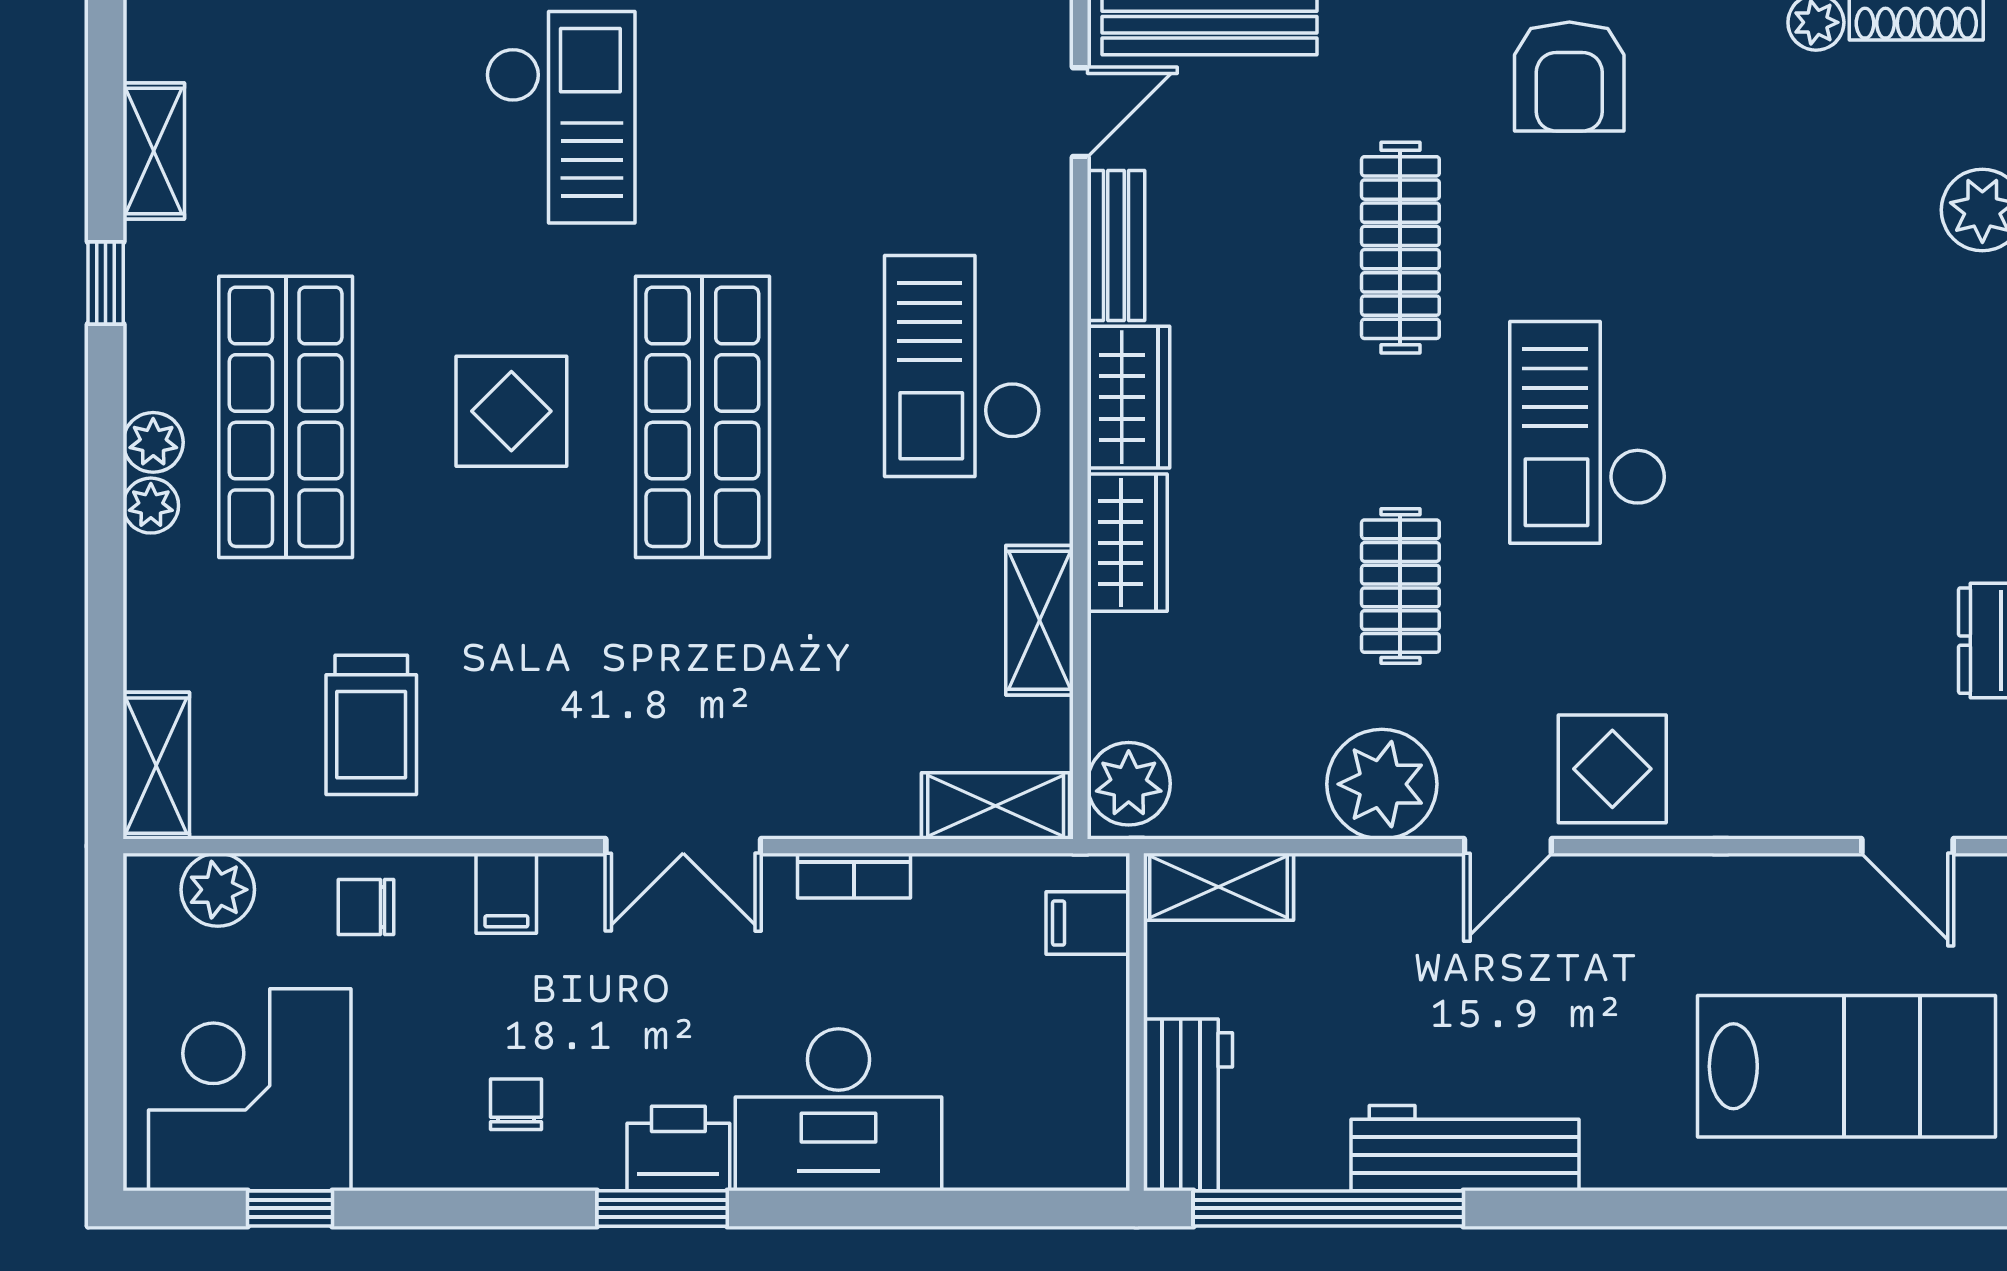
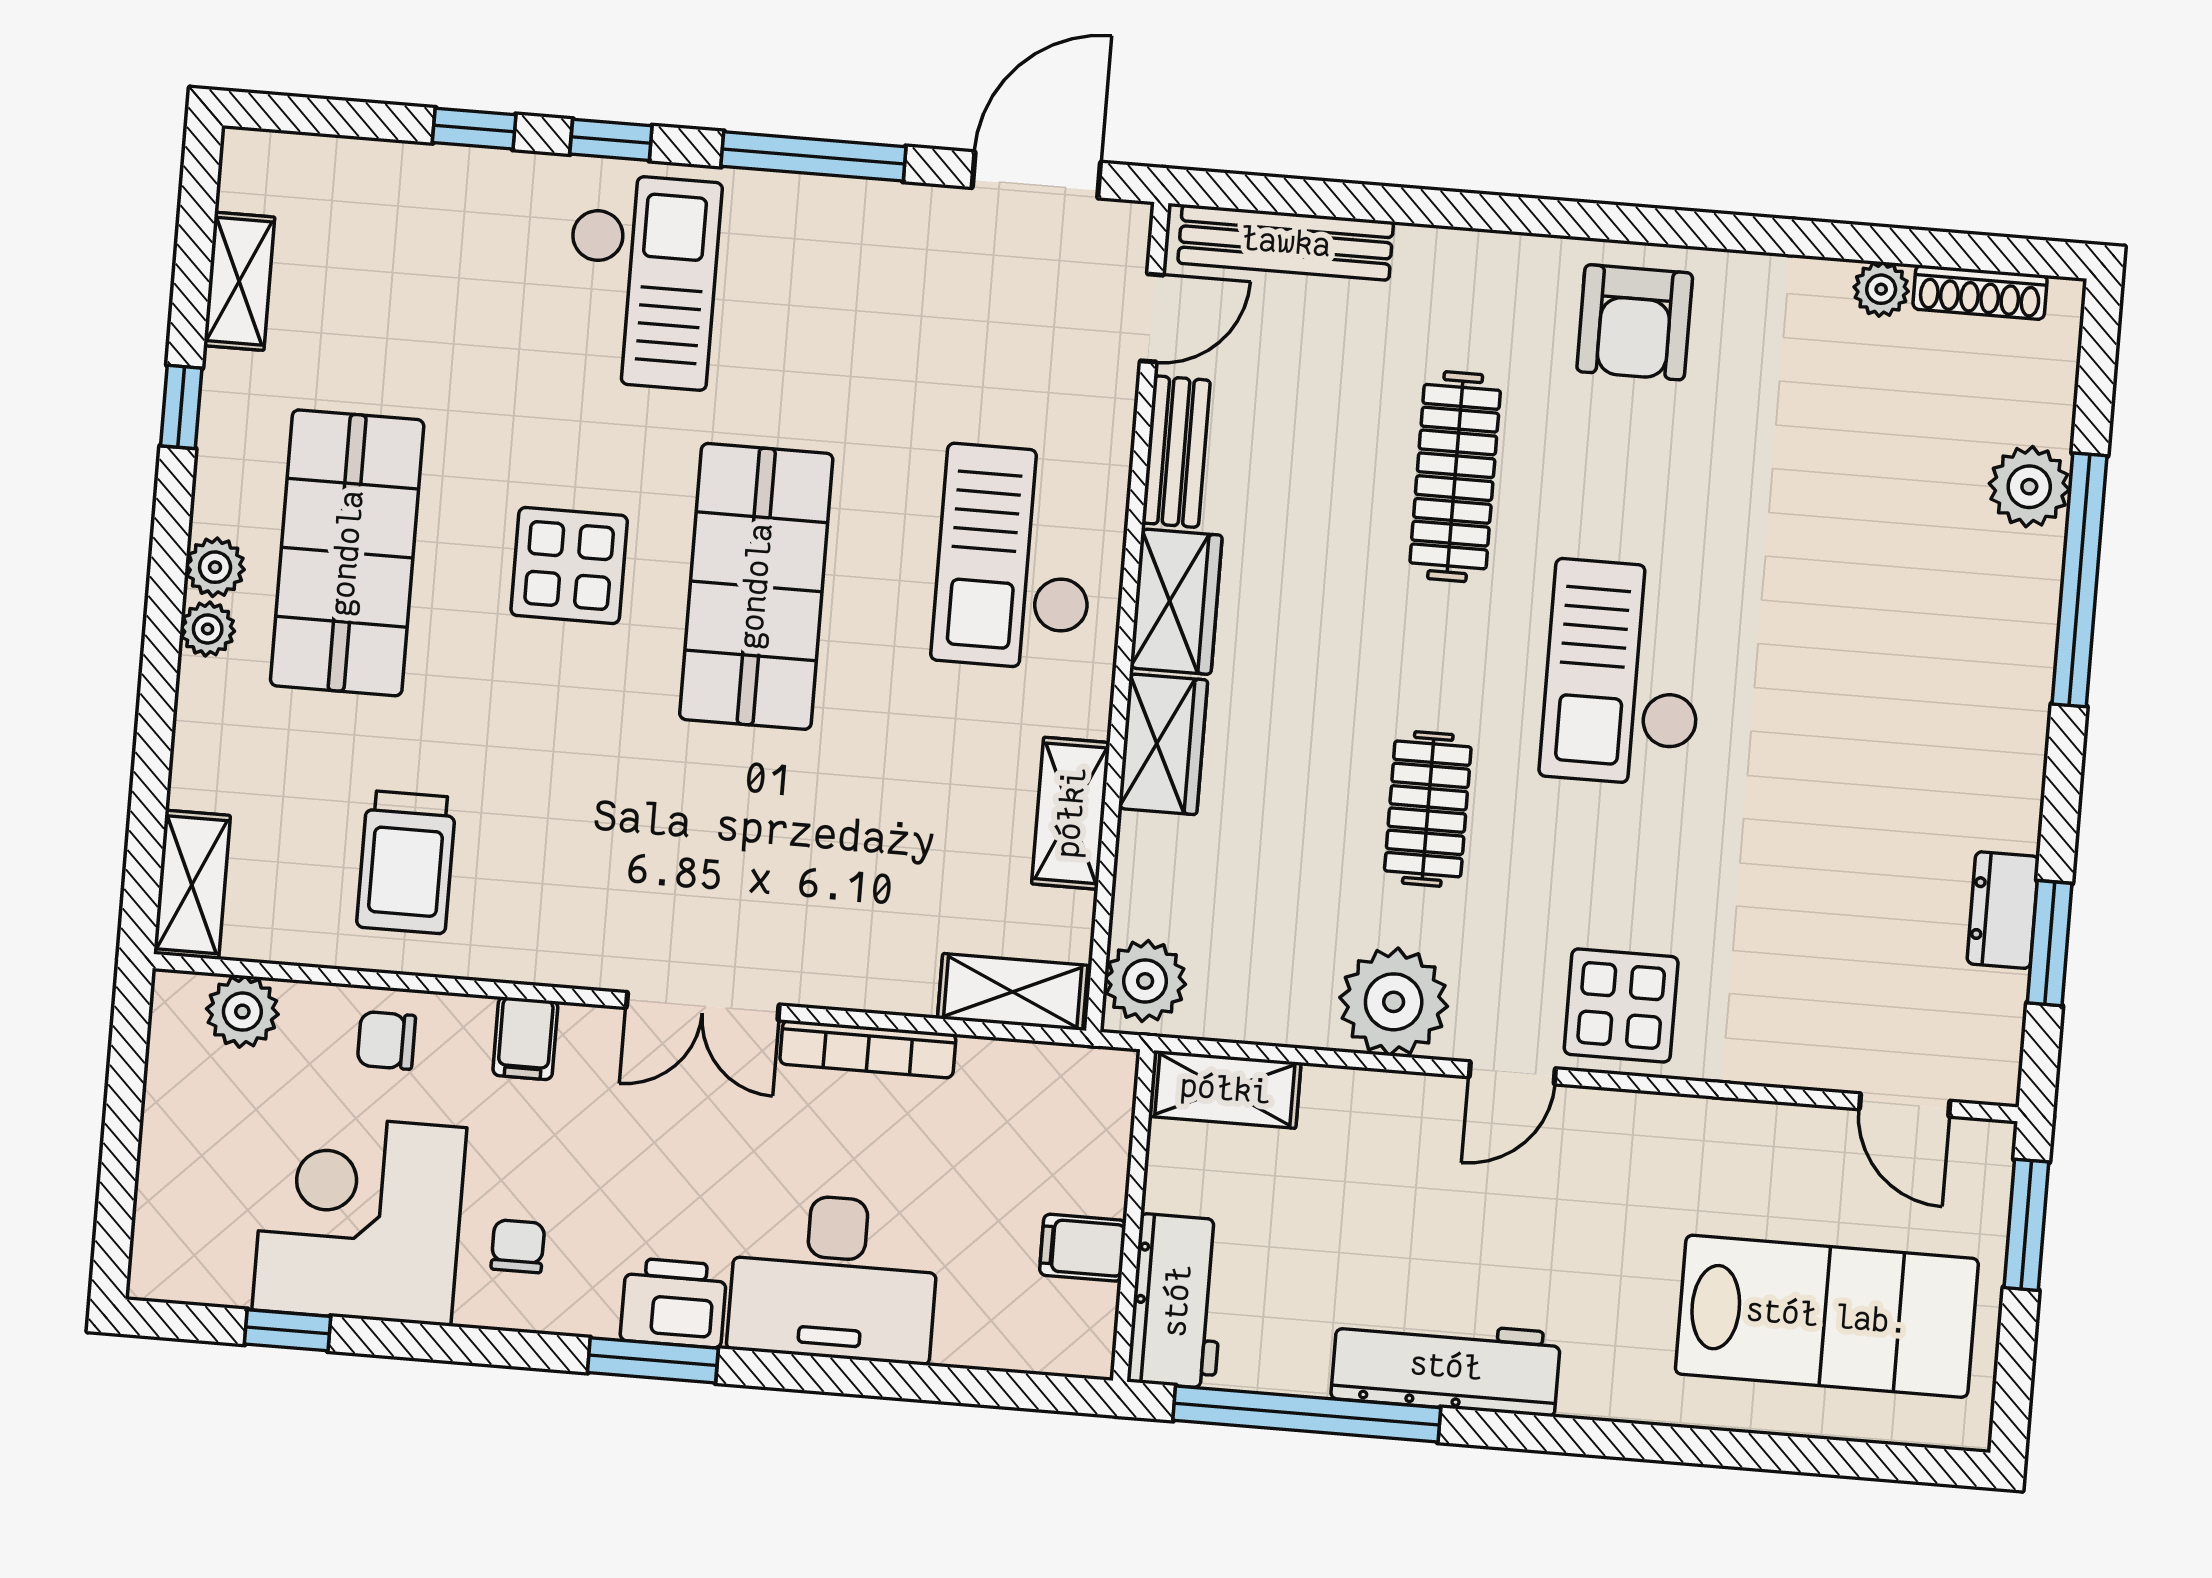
bookcase: (854, 876) -> (868, 1049), width x1.56
filing cabinet: (1088, 923) -> (1083, 1248), moved
corner desk: (250, 1090) -> (359, 1219), moved

